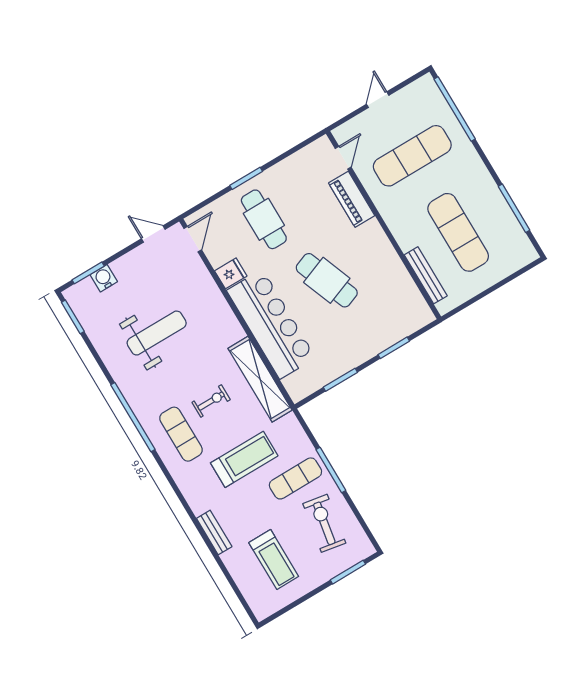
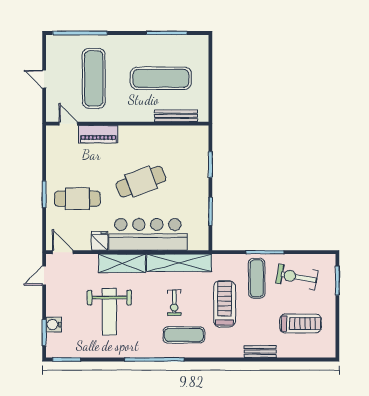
shelving: (221, 315) -> (122, 263), added
weight bench: (157, 333) -> (109, 312), turned 180
exercise bike: (211, 401) -> (174, 303), turned 180

